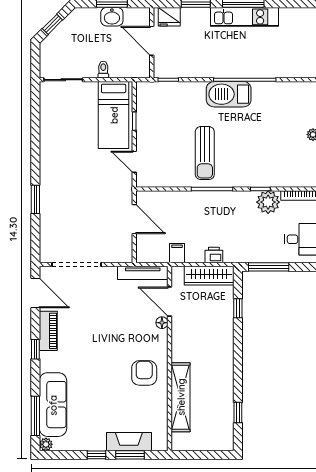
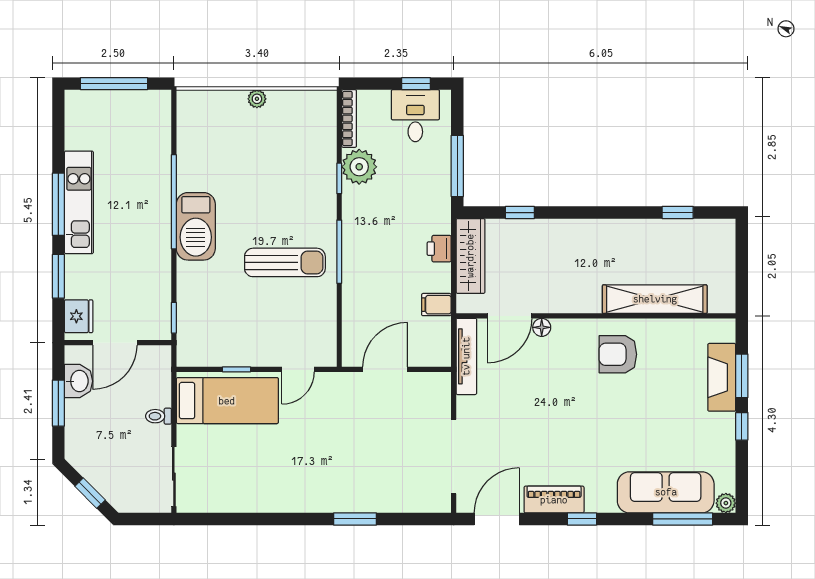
washbasin: (112, 17) -> (79, 381), moved

